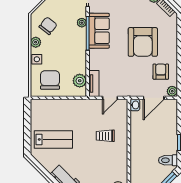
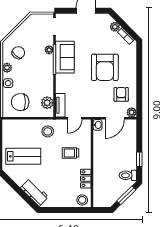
chair: (50, 80) -> (20, 102), turned -90
stool: (80, 112) -> (48, 131), added
locker: (122, 164) -> (86, 179), added

